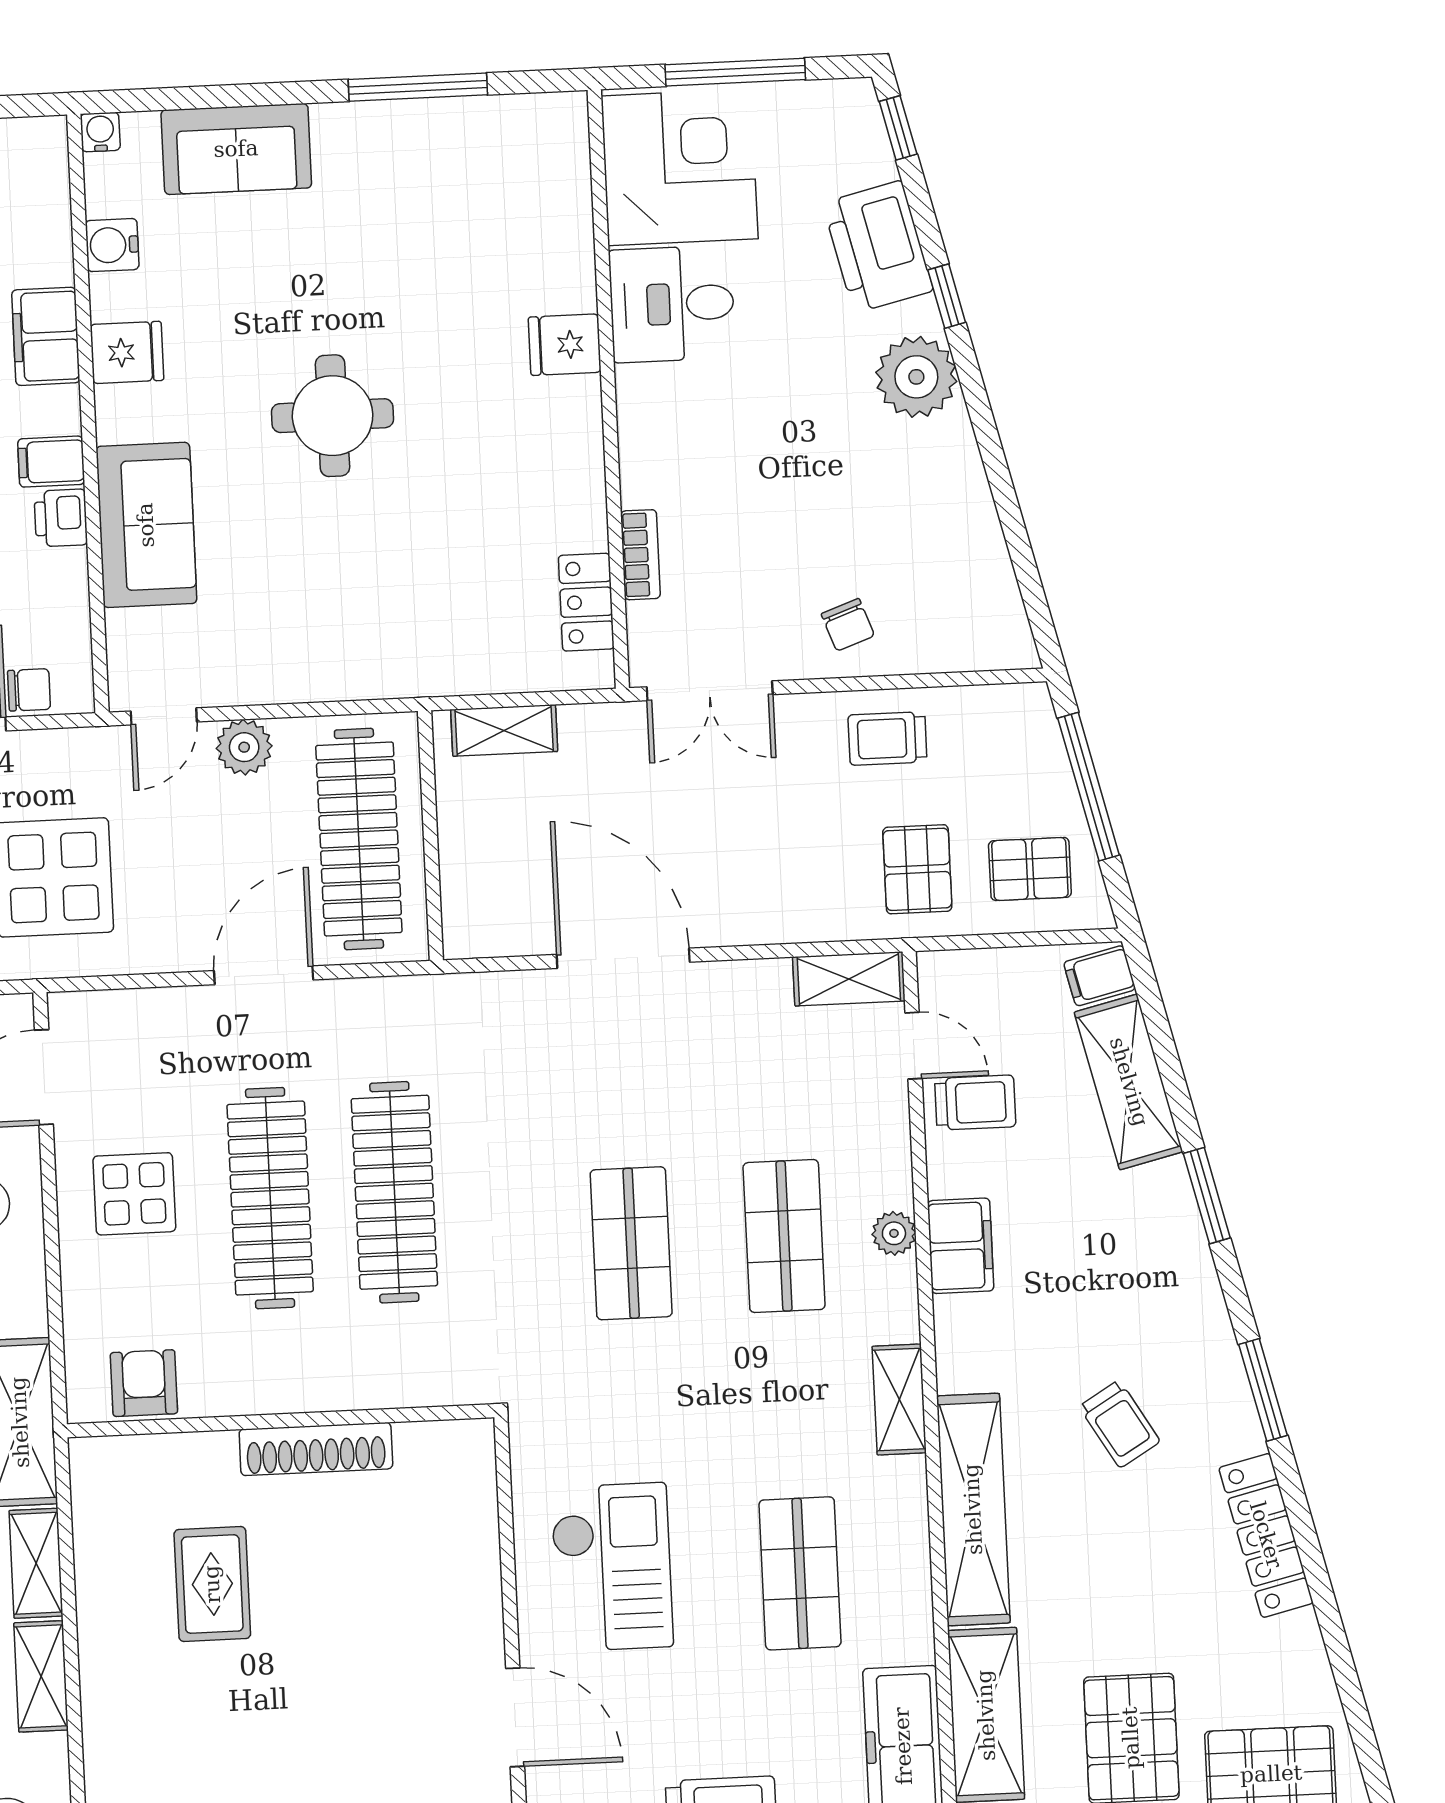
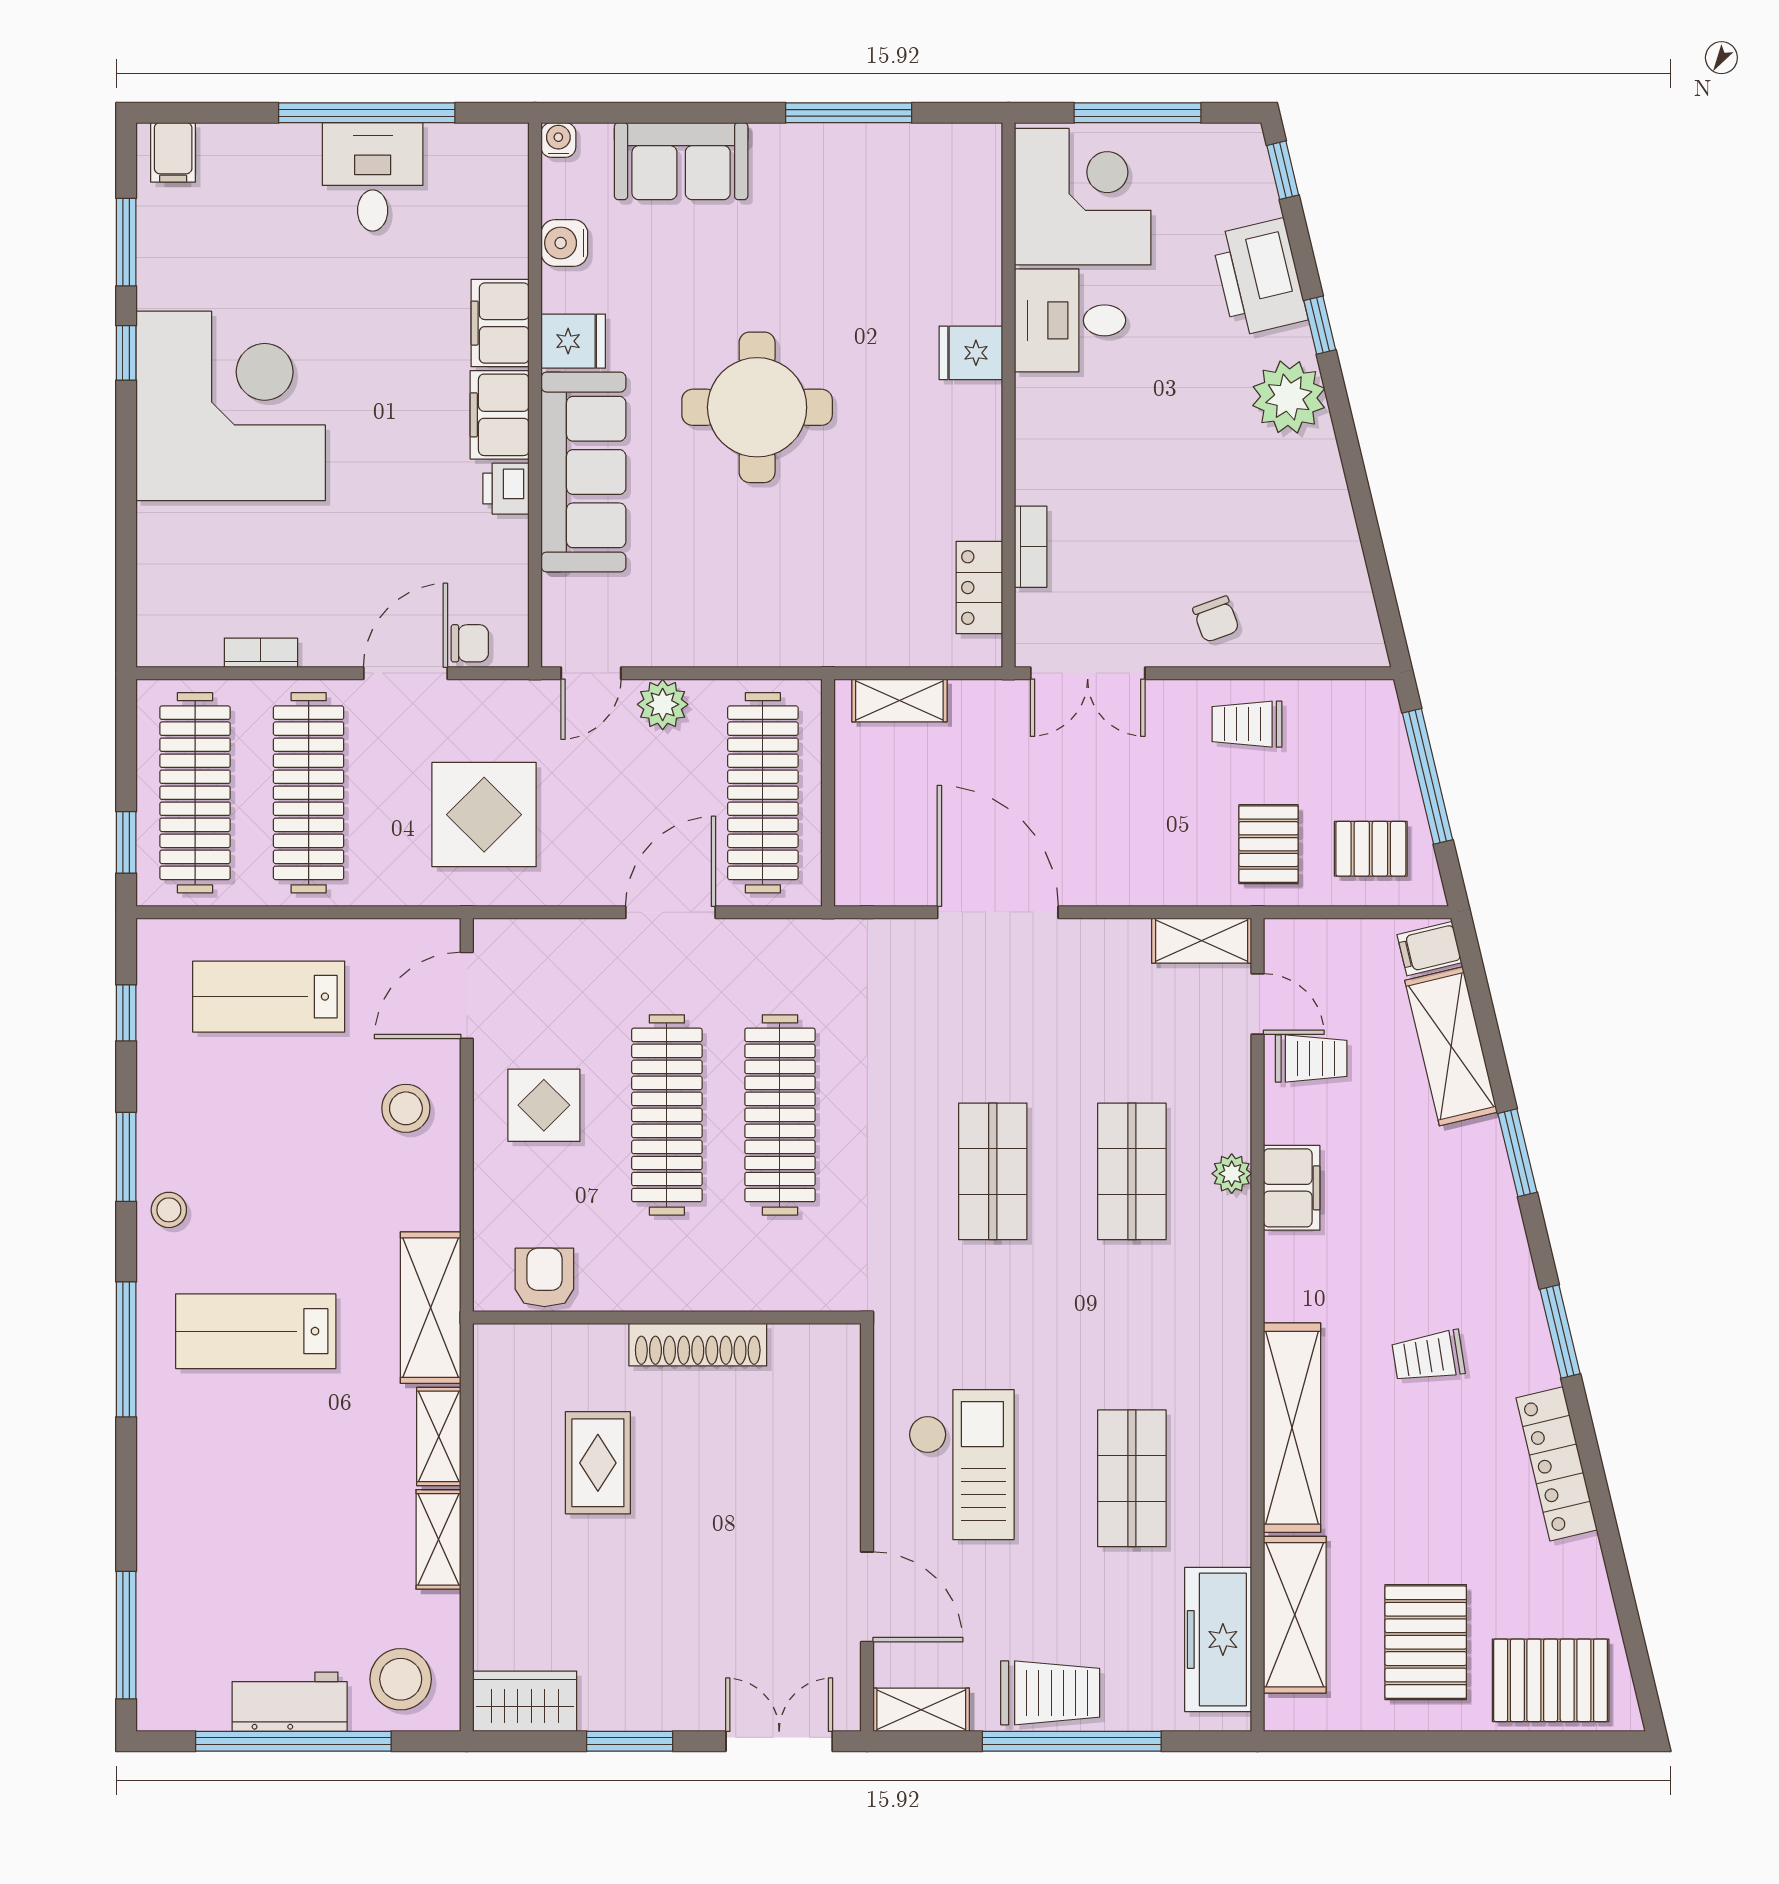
round table: (333, 416) -> (757, 407), width x1.36, depth x1.36
filing cabinet: (51, 462) -> (500, 415), width x2.00
sofa: (146, 525) -> (583, 472), width x1.36
shelving: (899, 1399) -> (1229, 1325), removed
trolley: (1120, 1424) -> (1428, 1356), turned 112

